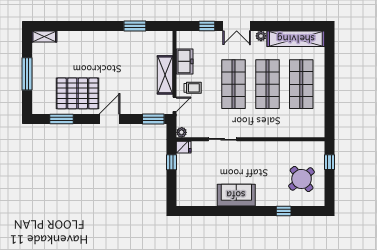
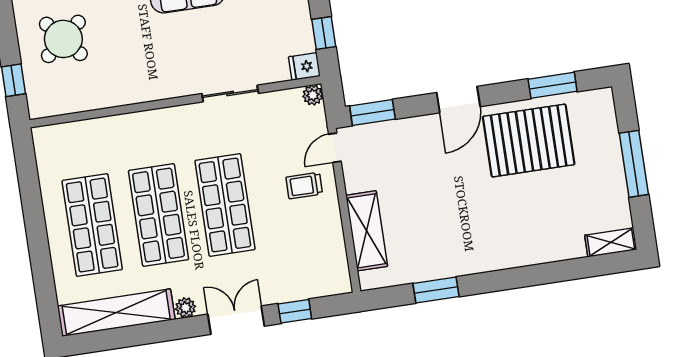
freezer: (185, 61) -> (328, 235), removed
shelving: (165, 75) -> (367, 231), moved

